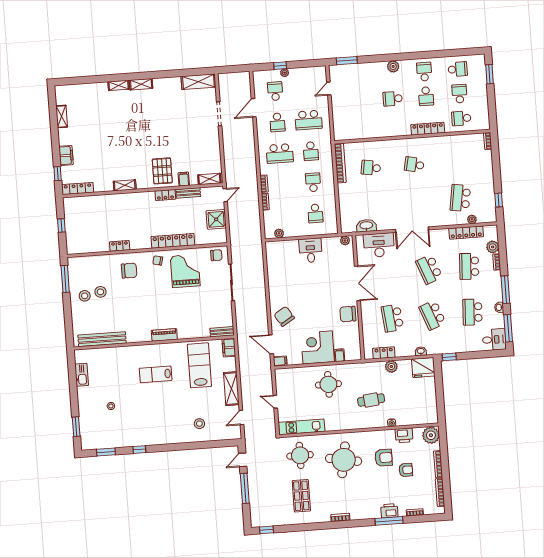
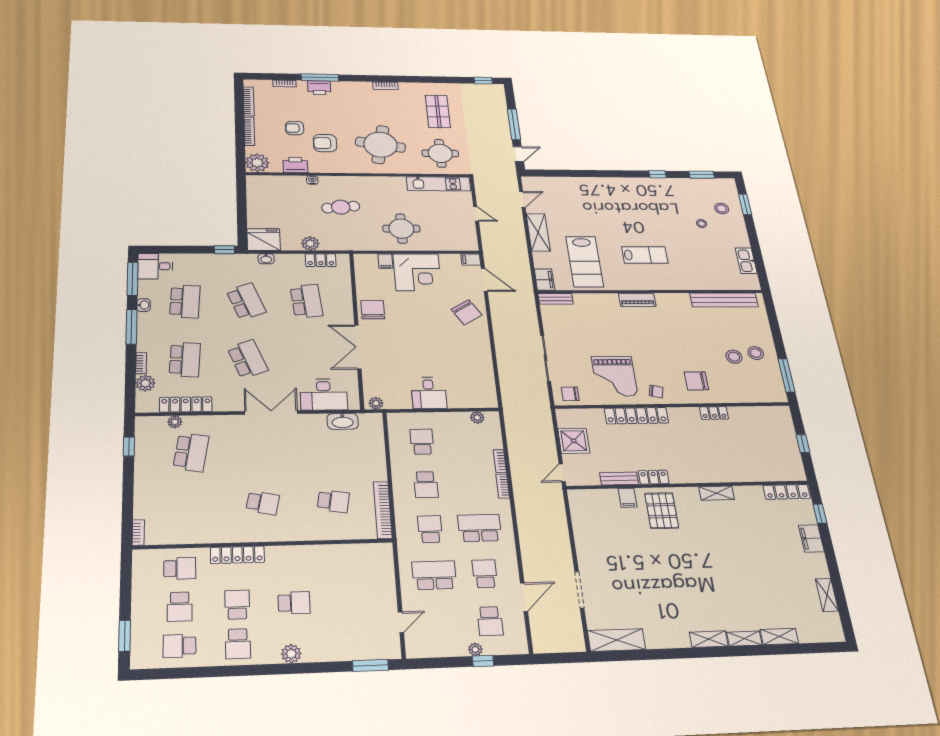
shelving: (209, 179) -> (779, 637), moved
chair: (348, 314) -> (373, 310), turned -90
stool: (199, 424) -> (722, 208), moved

